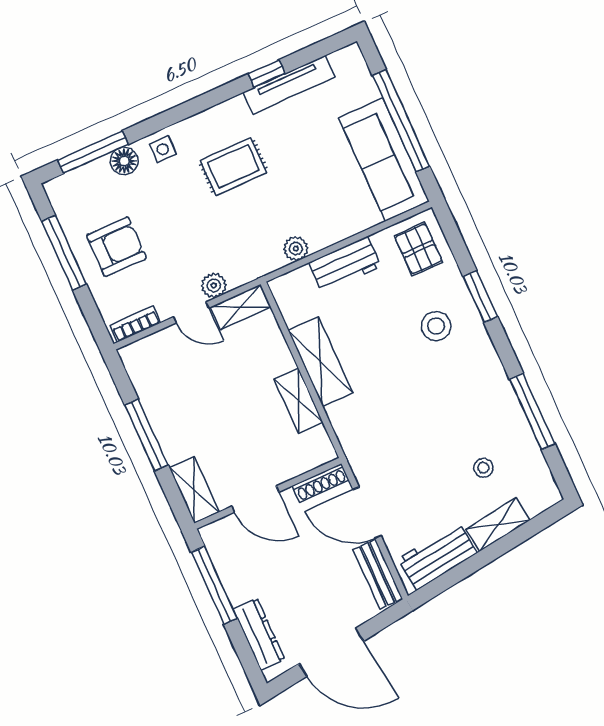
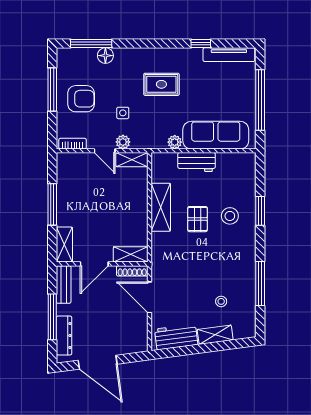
tv unit: (289, 85) -> (229, 55), moved
side table: (163, 149) -> (123, 113), moved
sofa: (384, 160) -> (216, 135), moved, turned 90
pallet: (418, 249) -> (198, 219), moved
shelving: (299, 401) -> (131, 254), moved, turned 90
door: (255, 499) -> (94, 264), hinge flipped
bench: (378, 574) -> (64, 284), moved
window: (214, 585) -> (52, 317), moved

